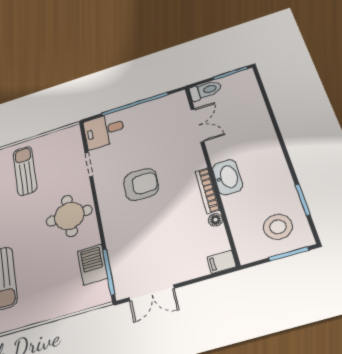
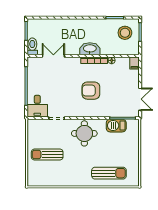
armchair: (141, 184) -> (91, 91), moved, turned -92

